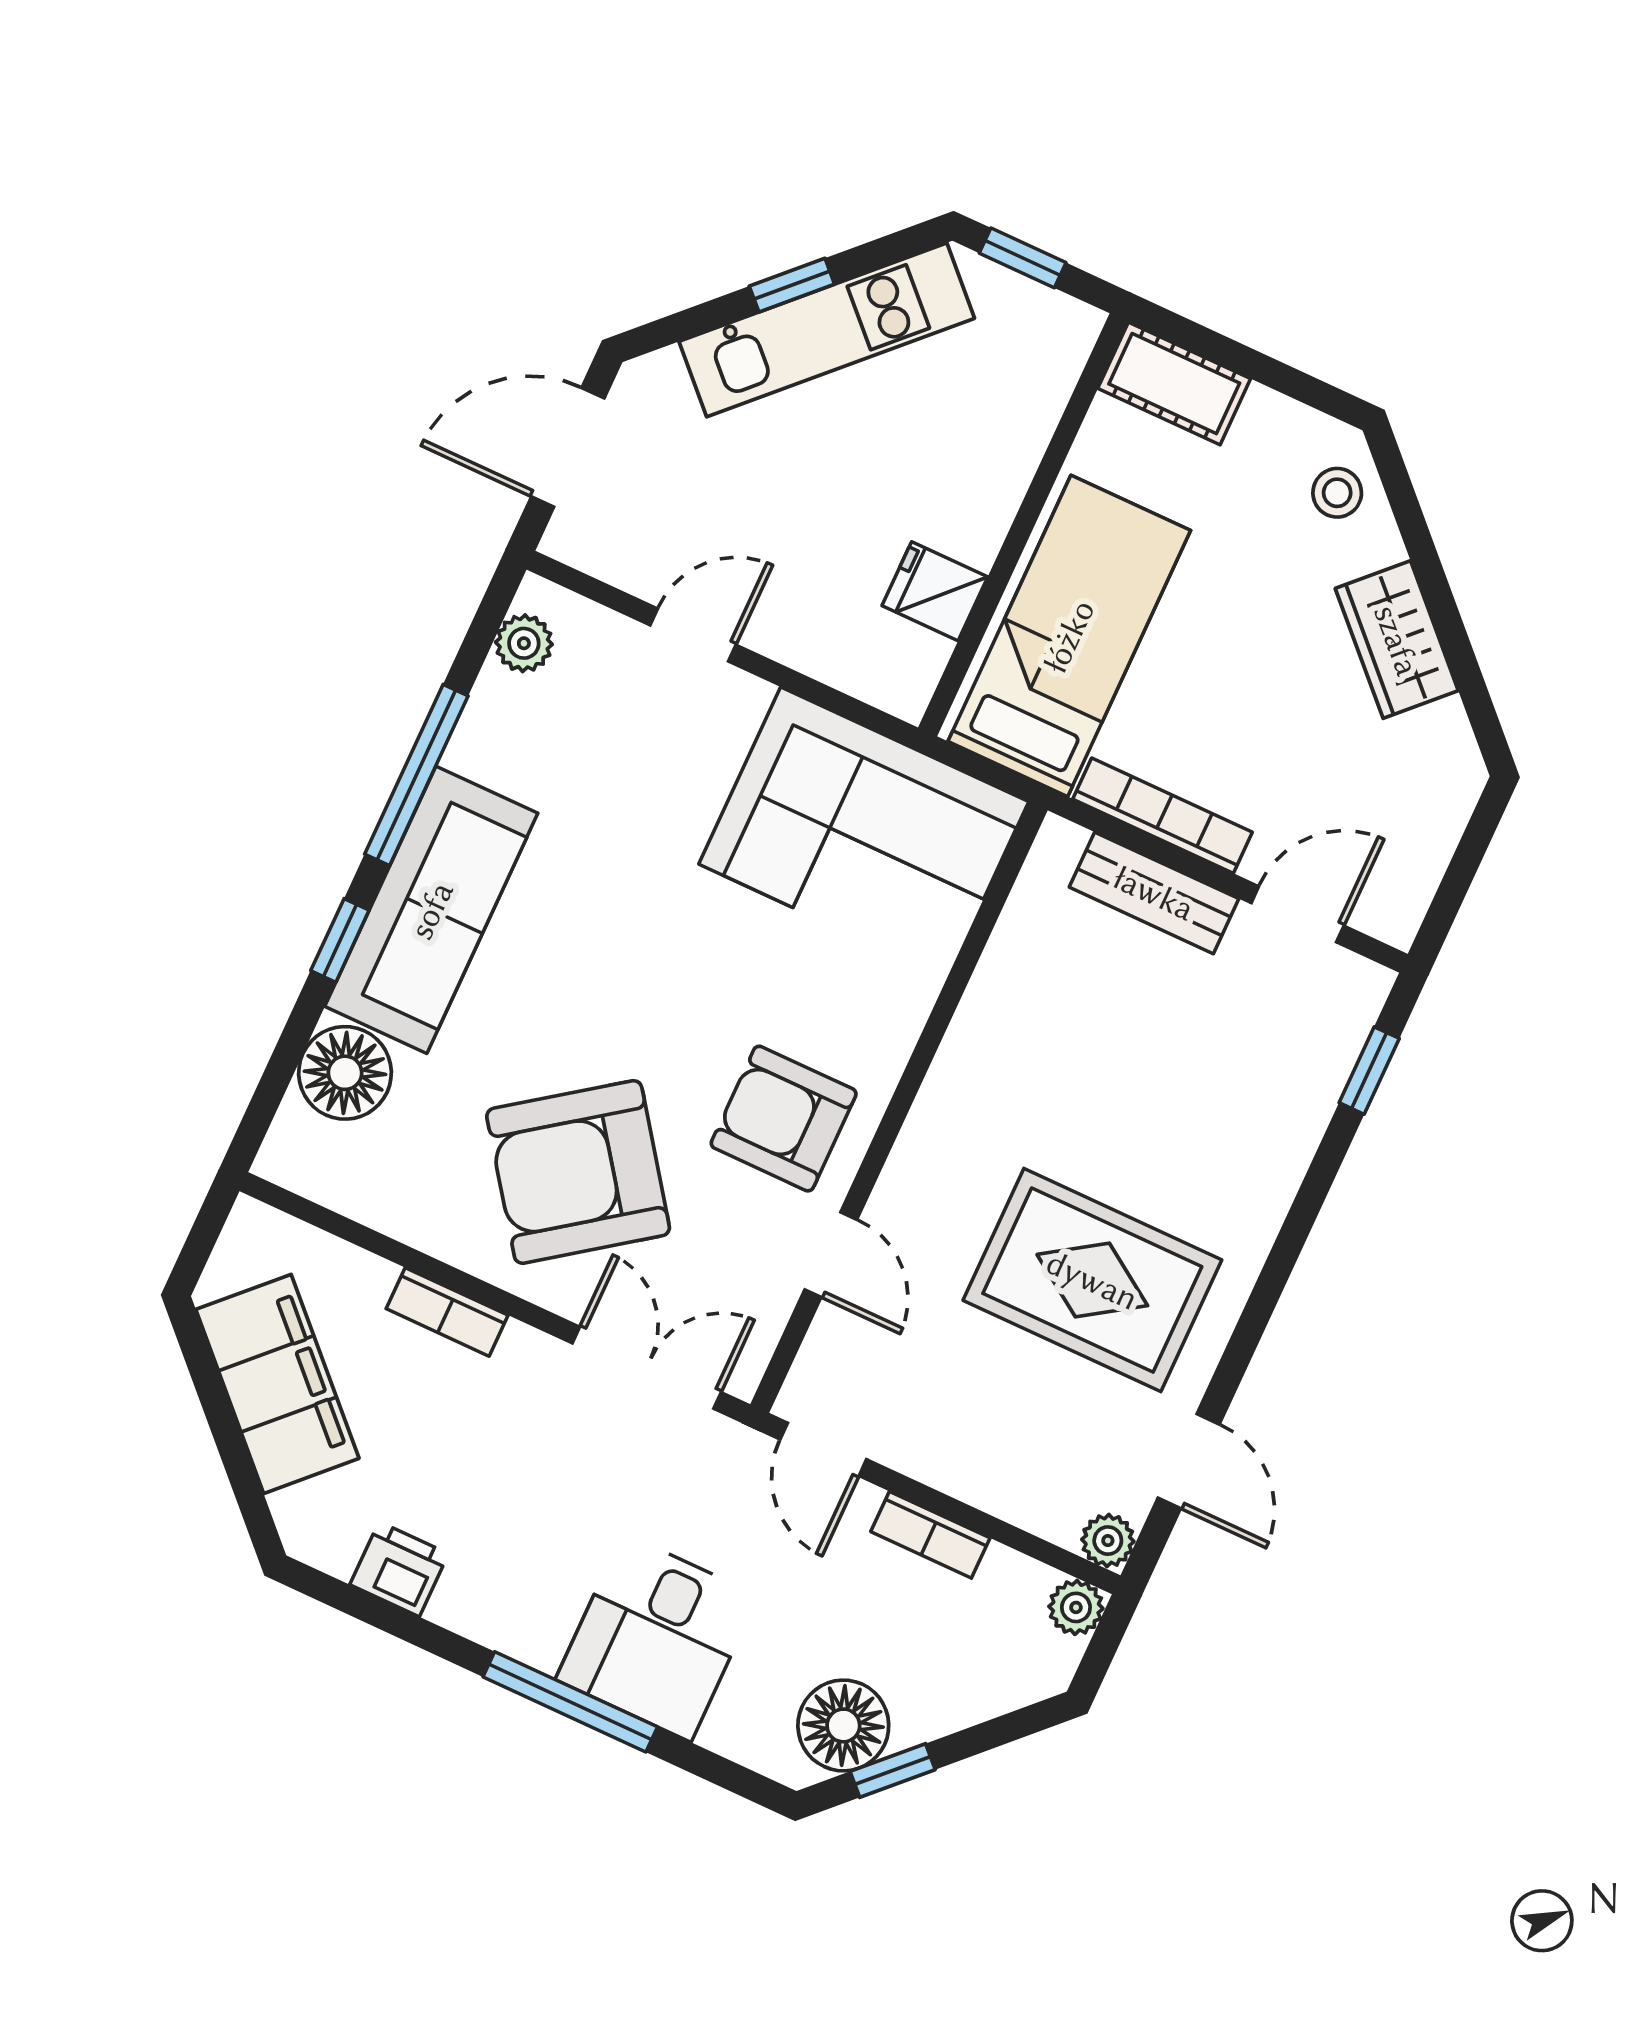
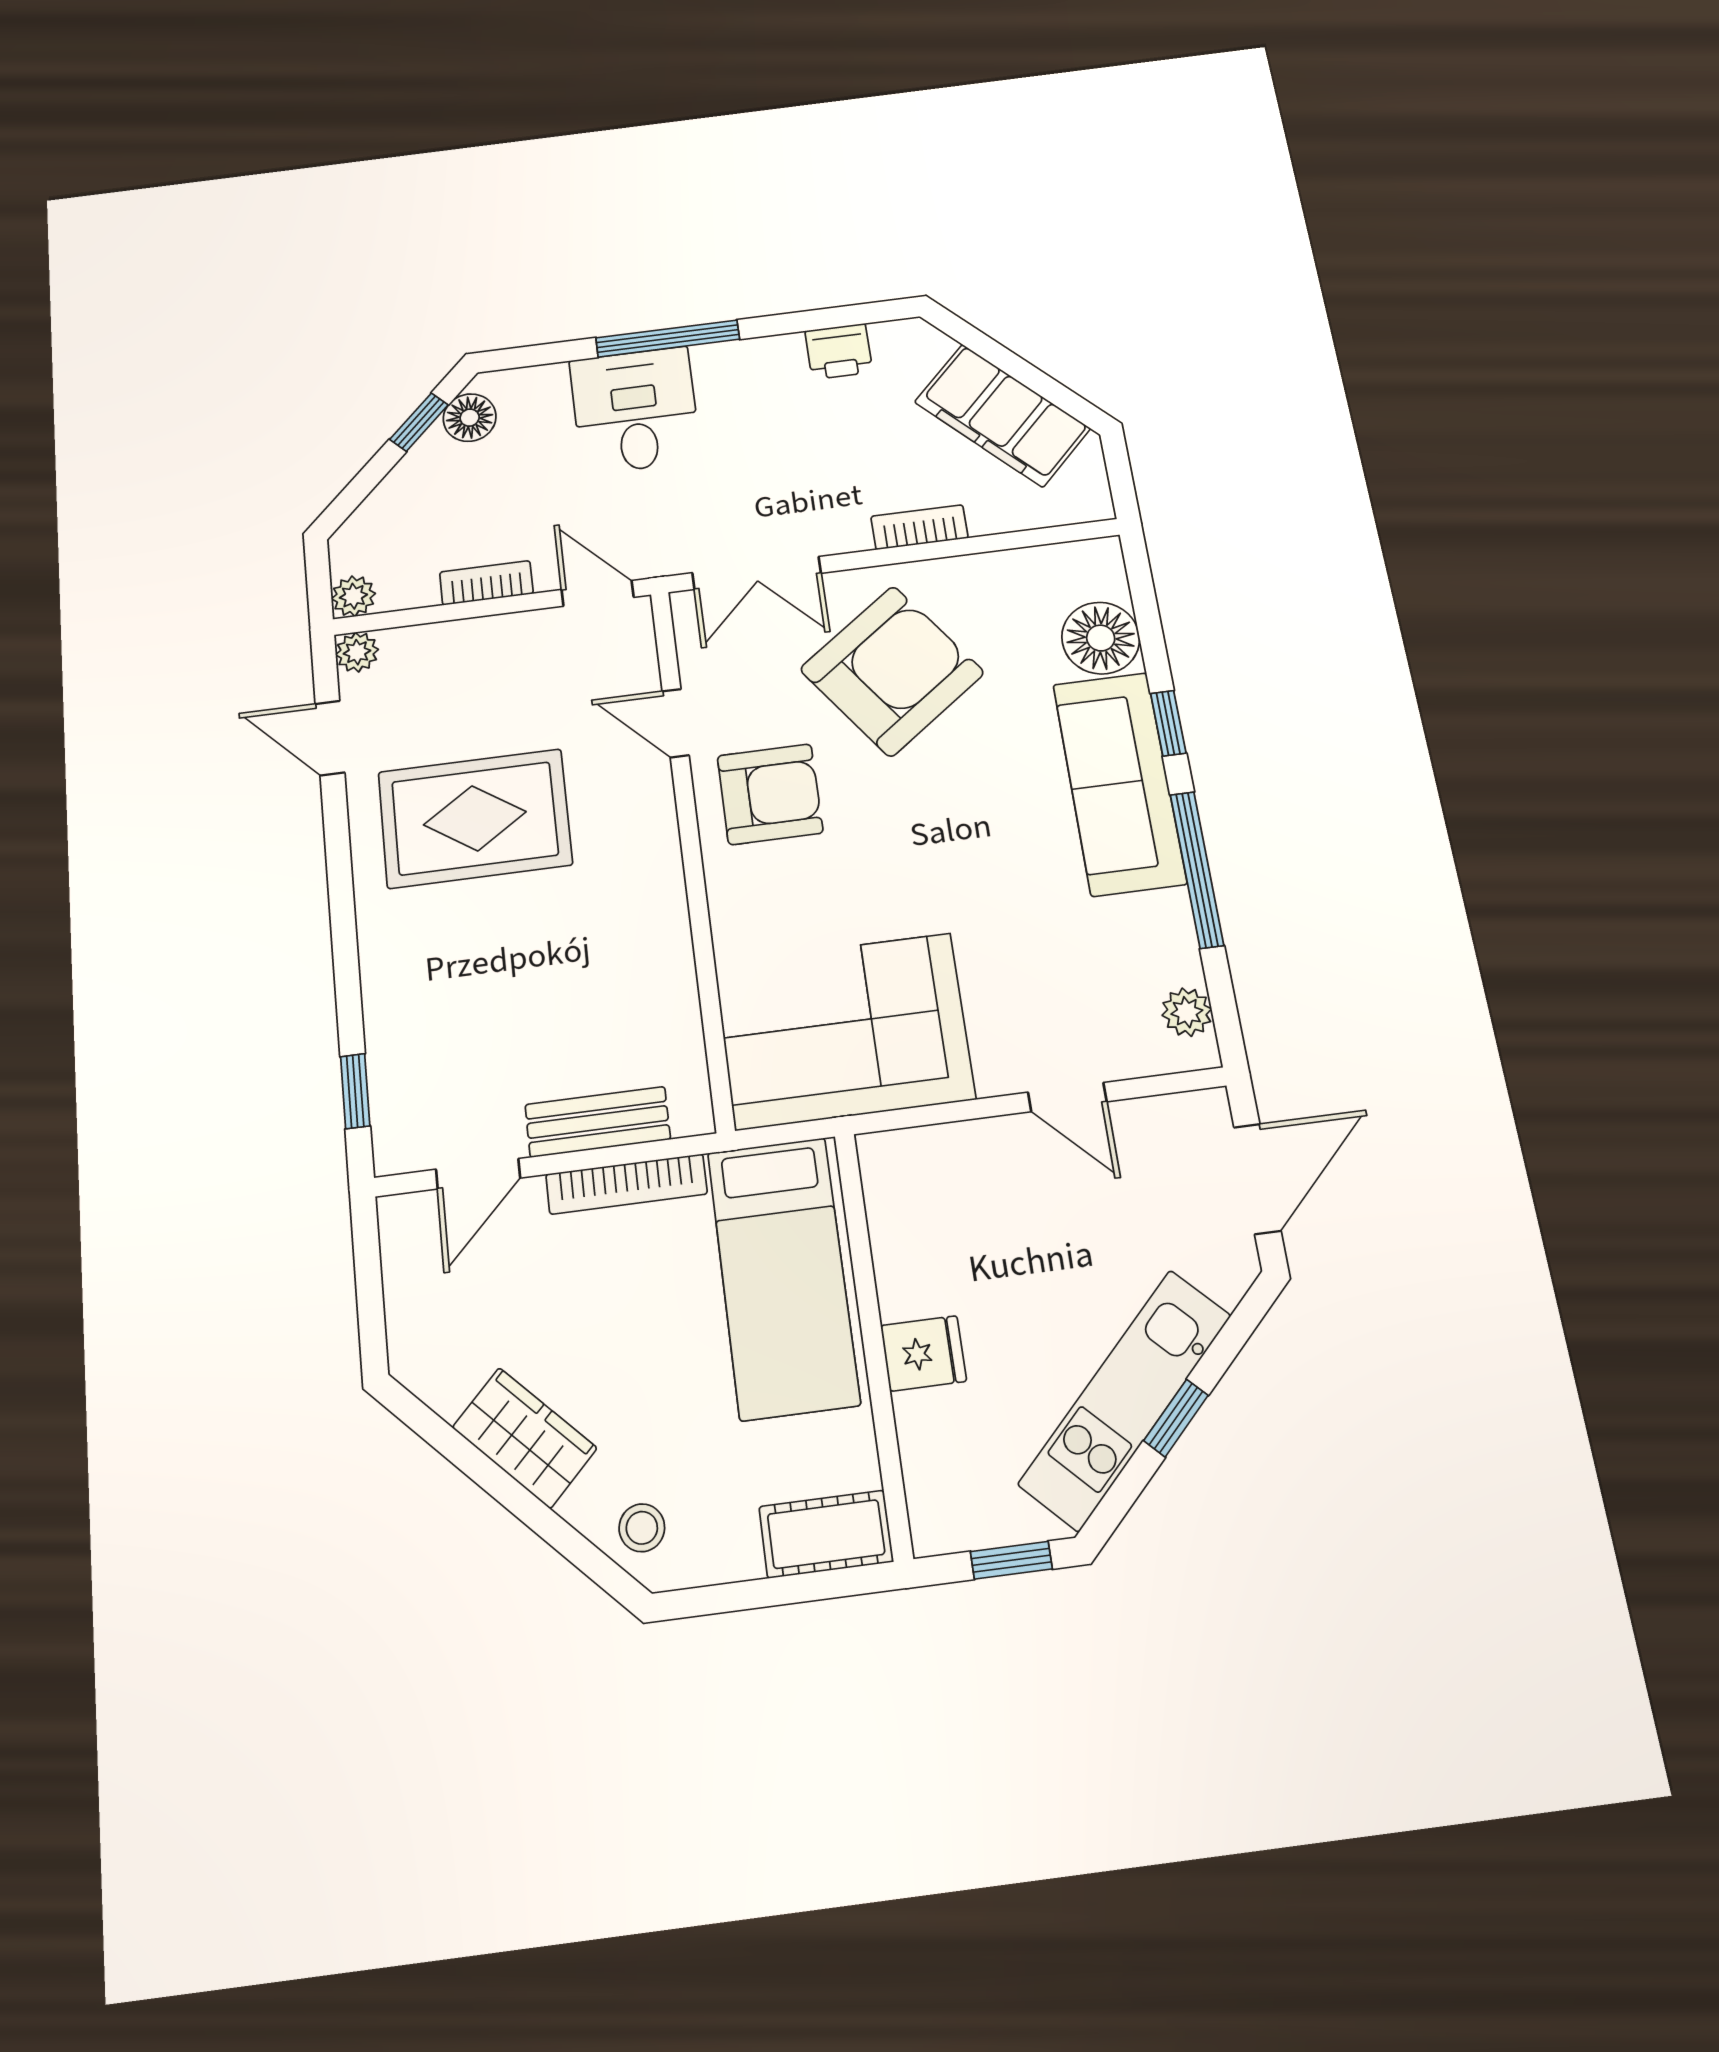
fridge: (935, 591) -> (923, 1353), moved
door: (693, 635) -> (1067, 1097), hinge flipped
floor lamp: (843, 1725) -> (470, 418), width x0.73, depth x0.73

